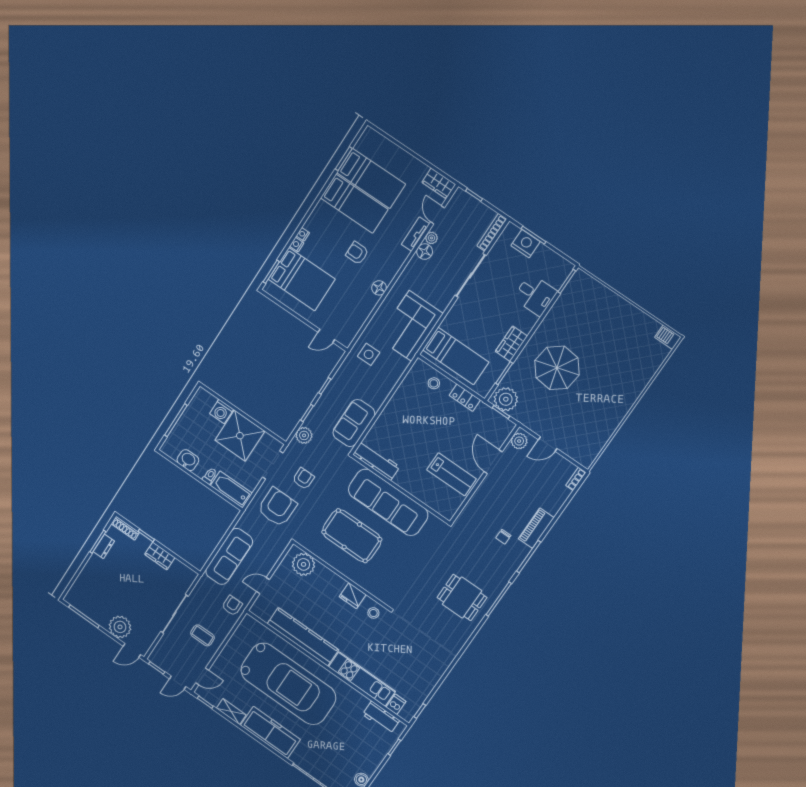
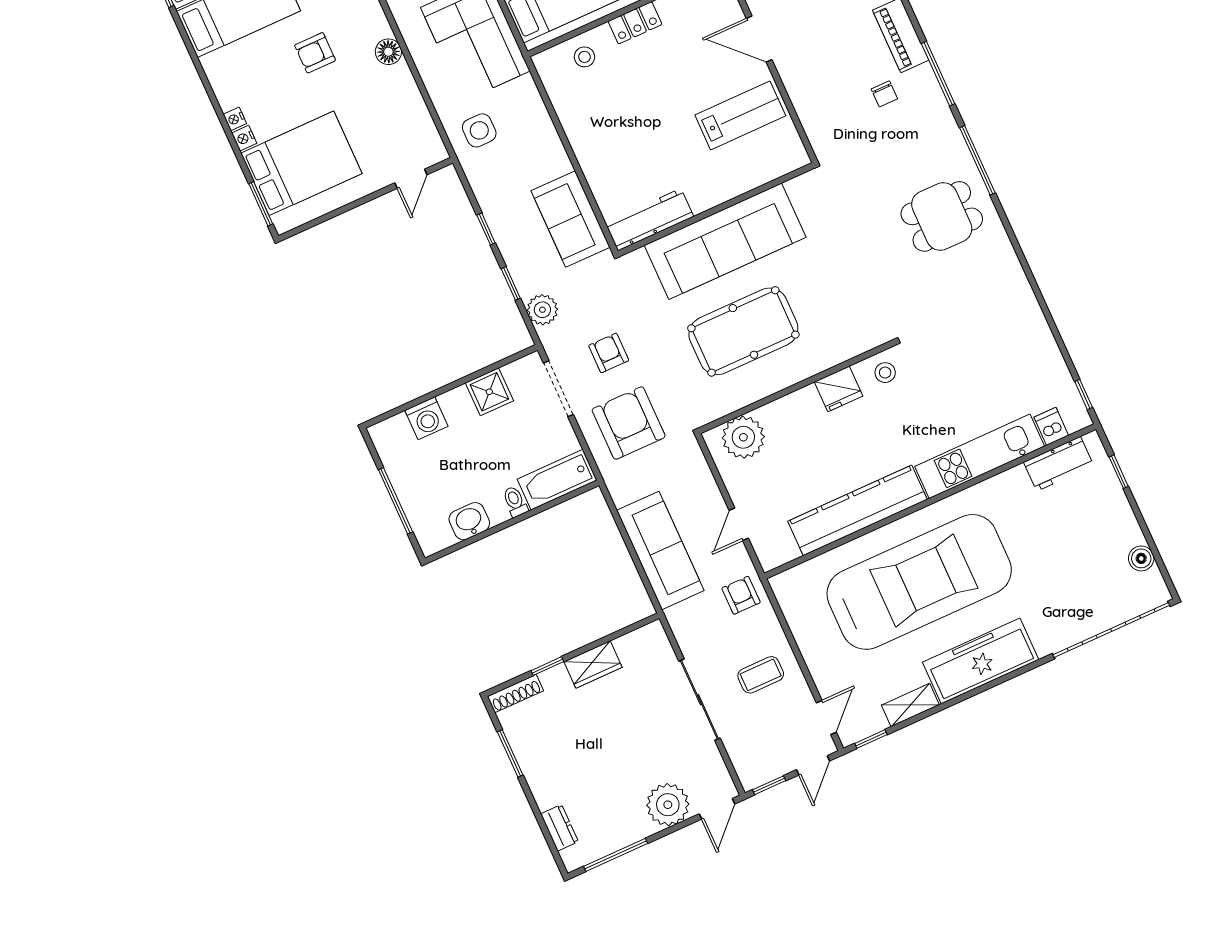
shower: (240, 436) -> (489, 392), width x0.54, depth x0.54
dresser: (104, 546) -> (560, 828), moved

